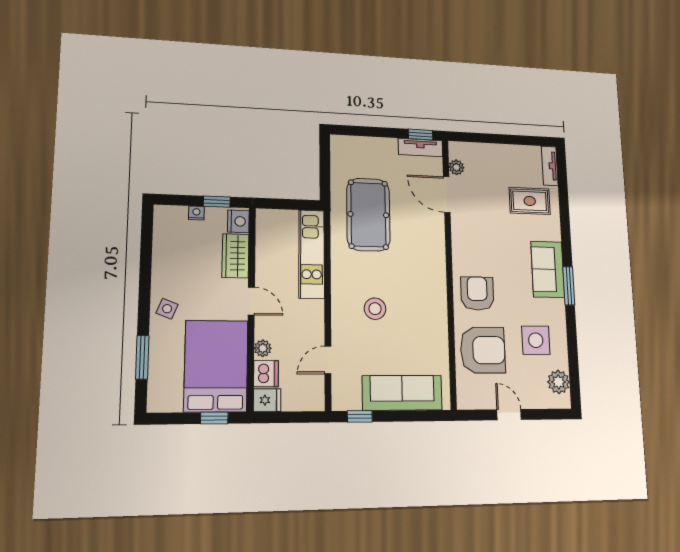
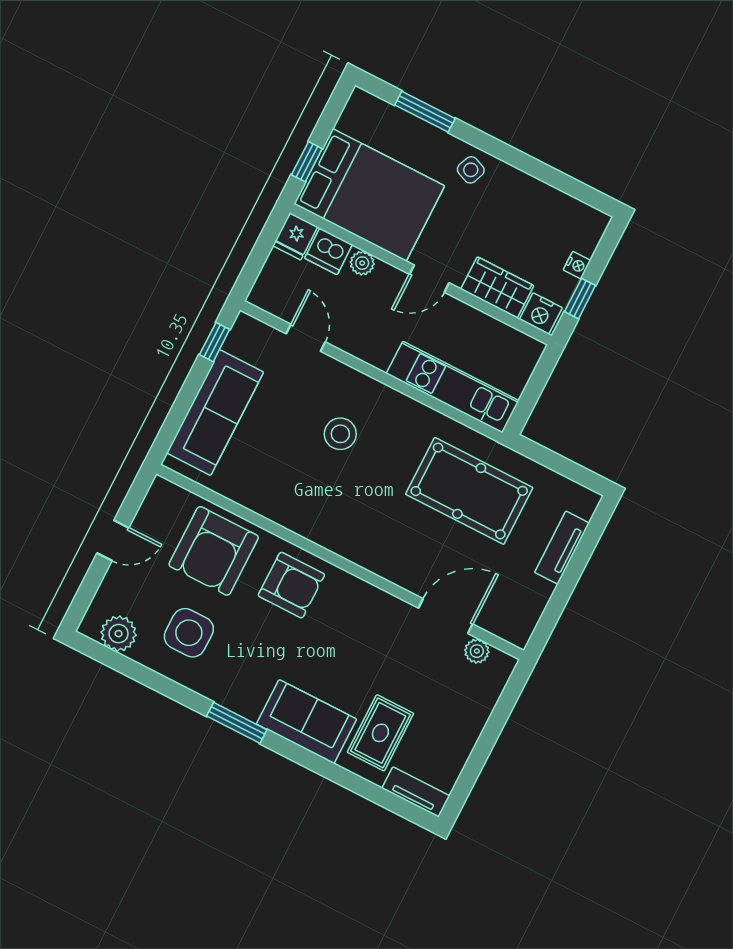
window: (420, 134) -> (546, 624), removed
tv unit: (420, 148) -> (562, 548), moved
sofa: (548, 269) -> (307, 722), moved

